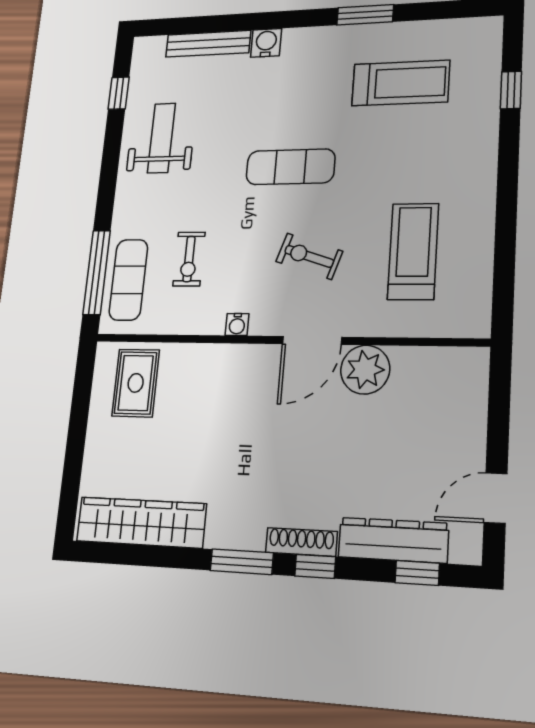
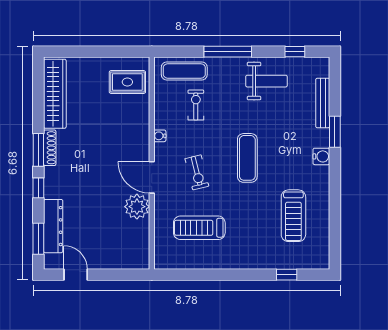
window: (365, 15) -> (335, 132), moved
water cooler: (266, 43) -> (321, 156), moved
treadmill: (413, 251) -> (199, 228), turned 180
exercise bike: (309, 256) -> (197, 172), turned 148
exercise bike: (189, 259) -> (196, 105), turned 90
window: (97, 272) -> (228, 52), moved
shoe rack: (301, 542) -> (50, 148), moved
window: (417, 573) -> (38, 239), width x1.50

